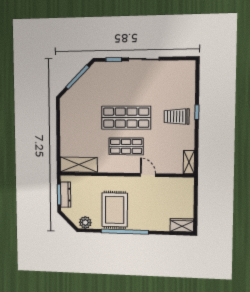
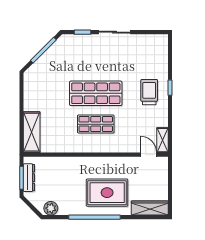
trolley: (177, 117) -> (149, 92), turned 90
shelving: (79, 165) -> (32, 132), moved, turned 90
door: (148, 175) -> (149, 155), moved
rug: (115, 210) -> (107, 193), moved, turned 90
wardrobe: (182, 225) -> (150, 208), width x1.50

